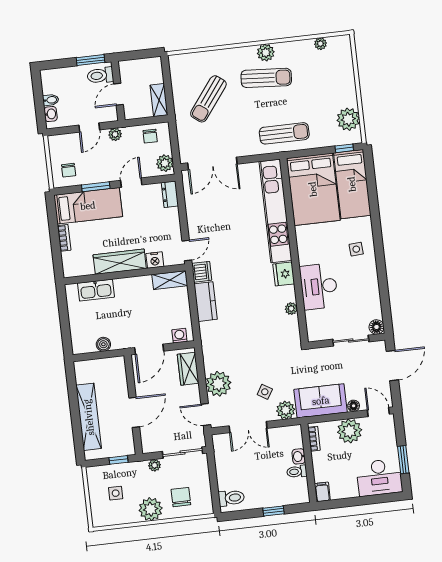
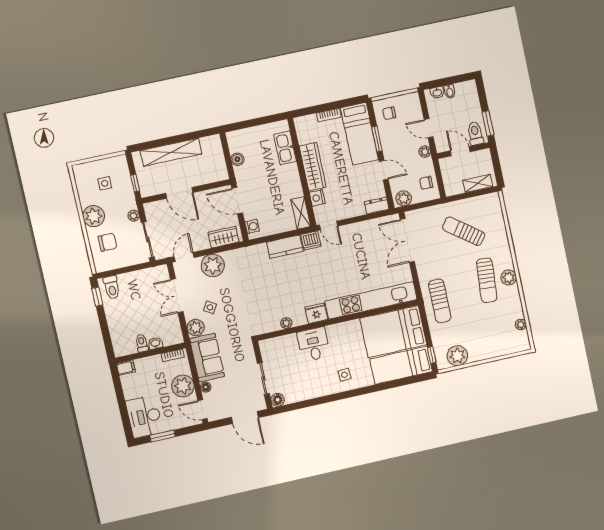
shelving: (159, 100) -> (478, 183), moved
desk: (319, 286) -> (314, 344), width x0.73
door: (378, 412) -> (203, 410), swing flipped
window: (274, 511) -> (97, 297), moved

